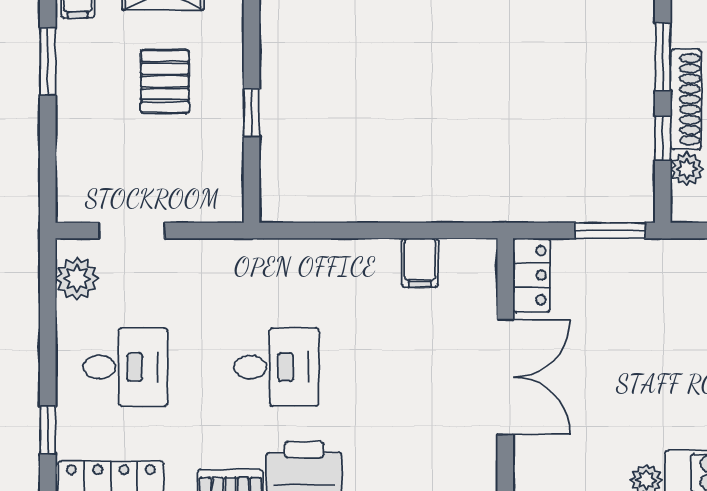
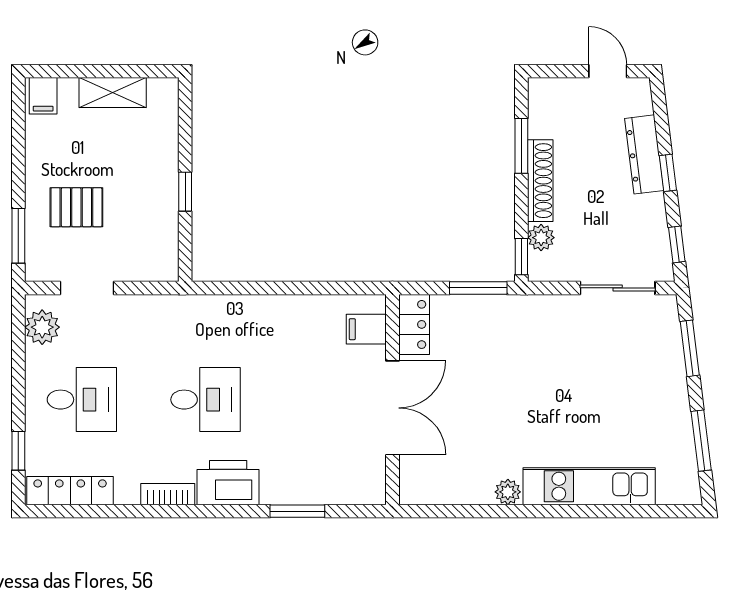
window: (48, 61) -> (18, 236), moved
pallet: (165, 82) -> (76, 207), moved, turned 90
window: (663, 138) -> (521, 257), moved
filing cabinet: (420, 263) -> (366, 329), moved, turned 90

